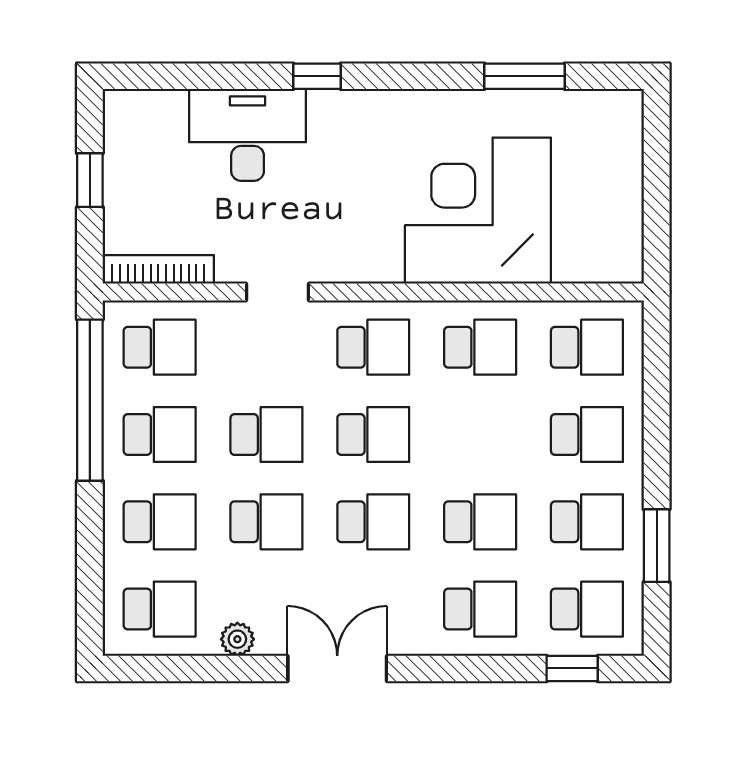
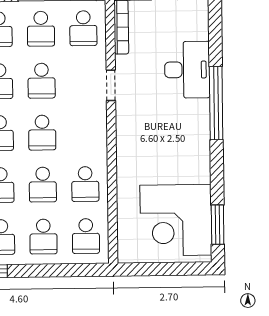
window: (317, 76) -> (216, 103), width x3.17
window: (525, 76) -> (218, 225), moved
corner desk: (478, 211) -> (176, 220), moved, turned 180
school desk: (373, 347) -> (43, 185), moved

